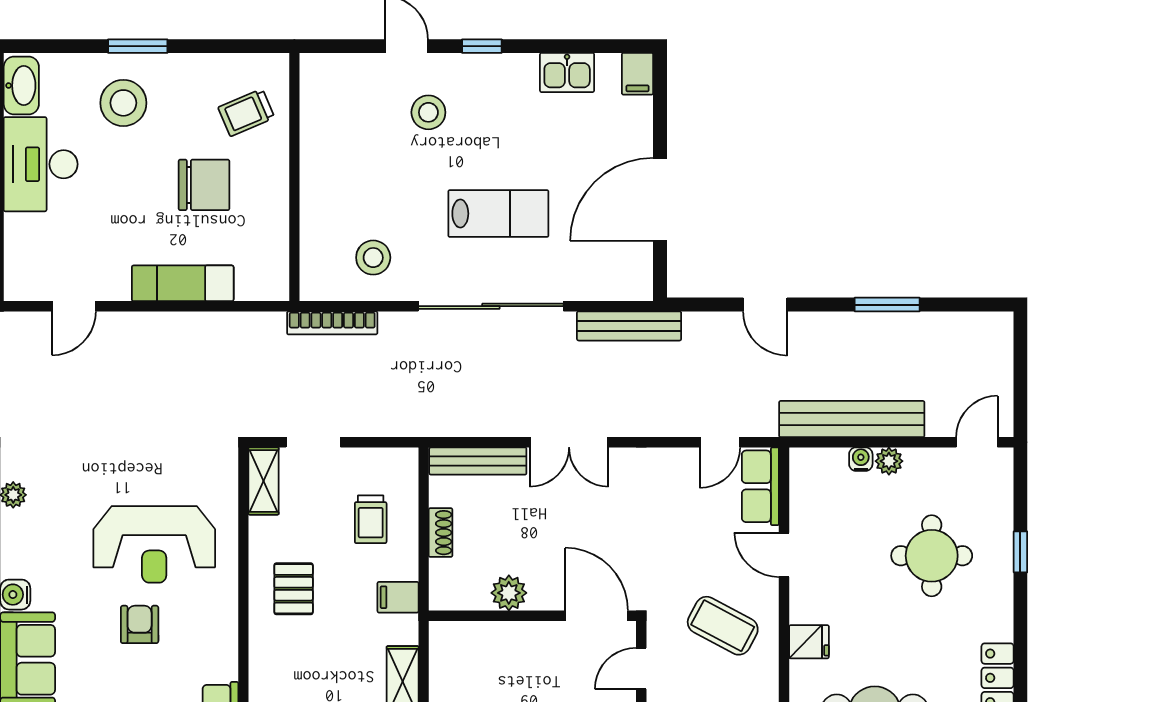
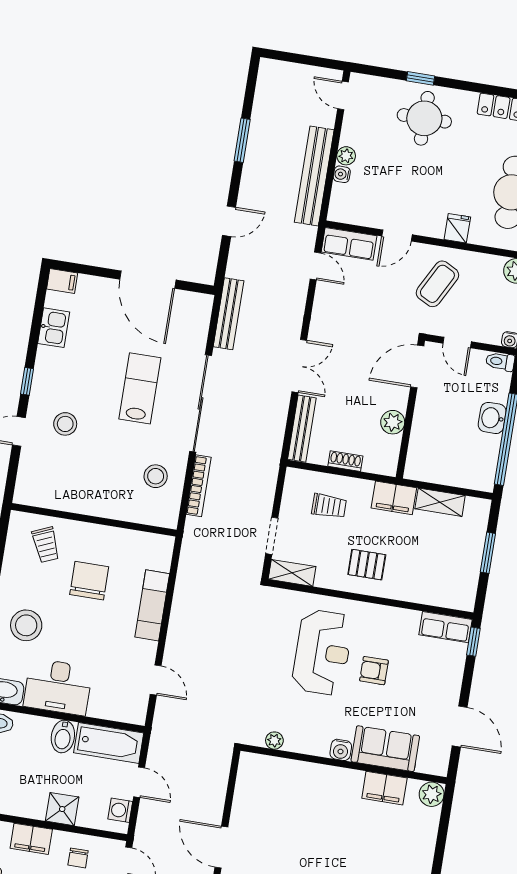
bookcase: (332, 323) -> (199, 486), moved
round table: (932, 556) -> (424, 118), moved
filing cabinet: (398, 597) -> (394, 498), width x2.00

